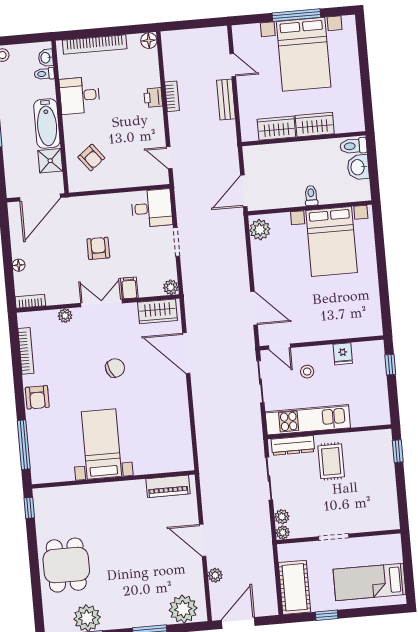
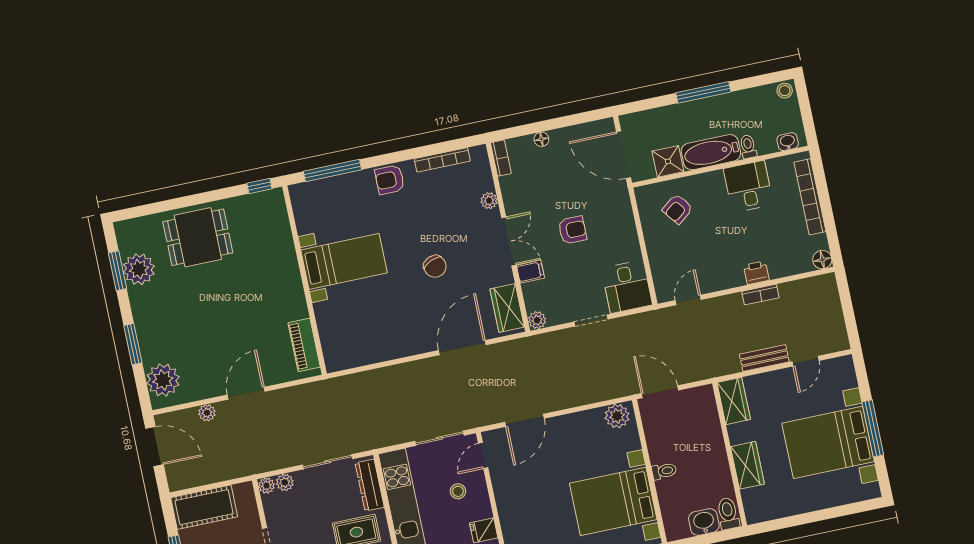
toilet: (44, 74) -> (748, 147), moved
wardrobe: (276, 128) -> (734, 401), moved

